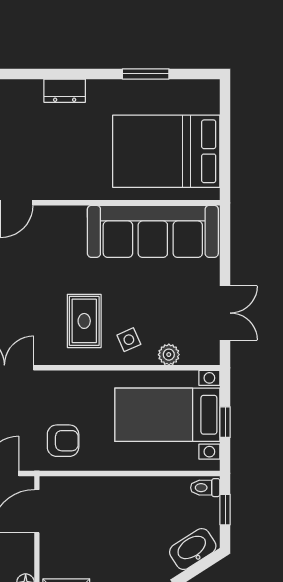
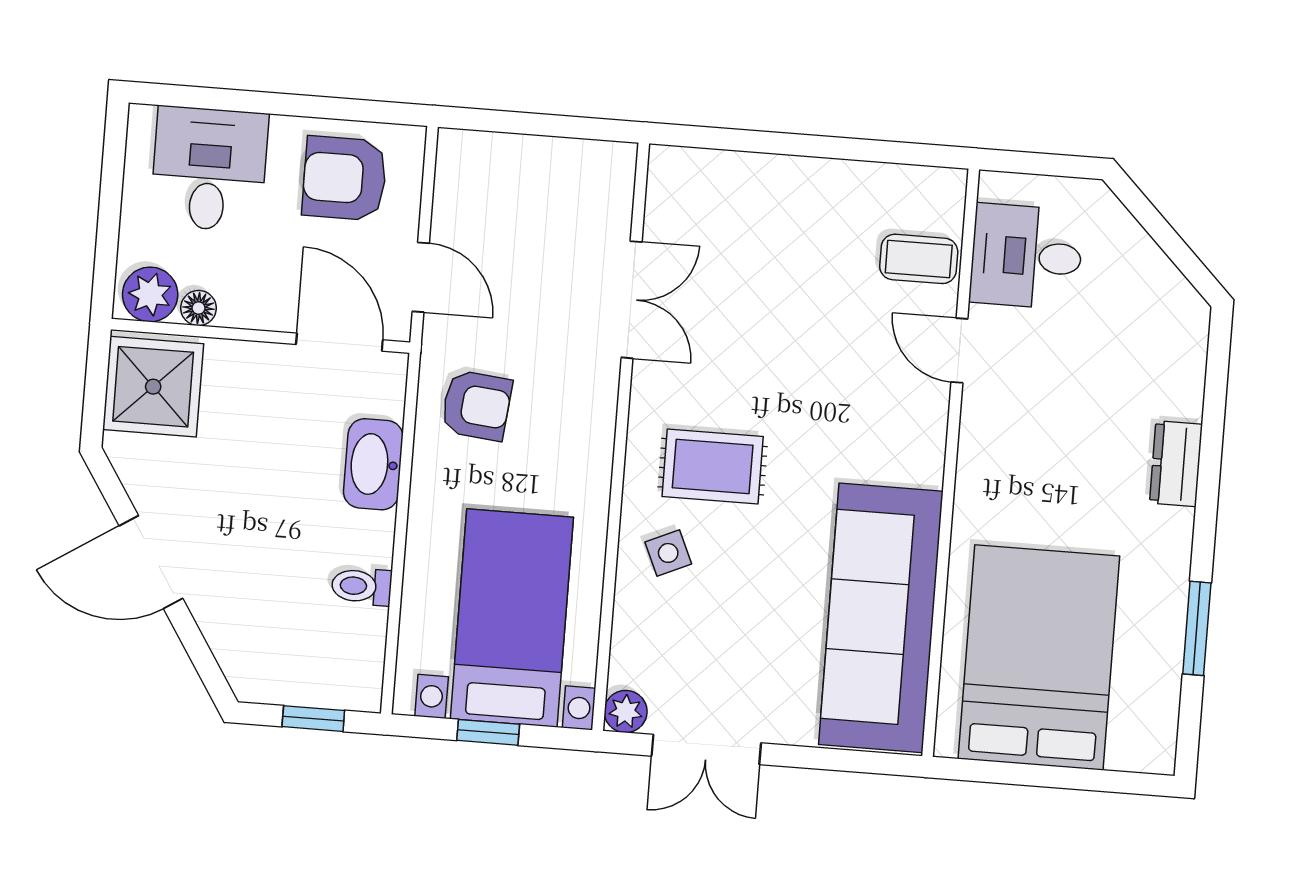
plant: (169, 355) -> (626, 711), moved
armchair: (63, 441) -> (477, 405), turned -84
toilet: (205, 488) -> (362, 586), moved, turned -90
washbasin: (193, 549) -> (373, 464), moved, turned -147

